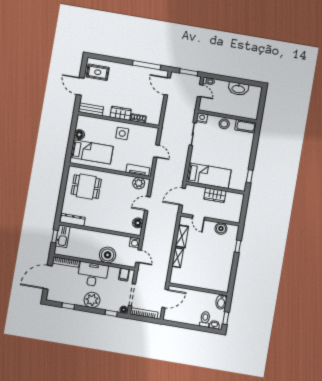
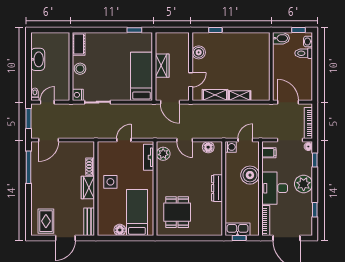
dresser: (73, 220) -> (217, 188), moved

